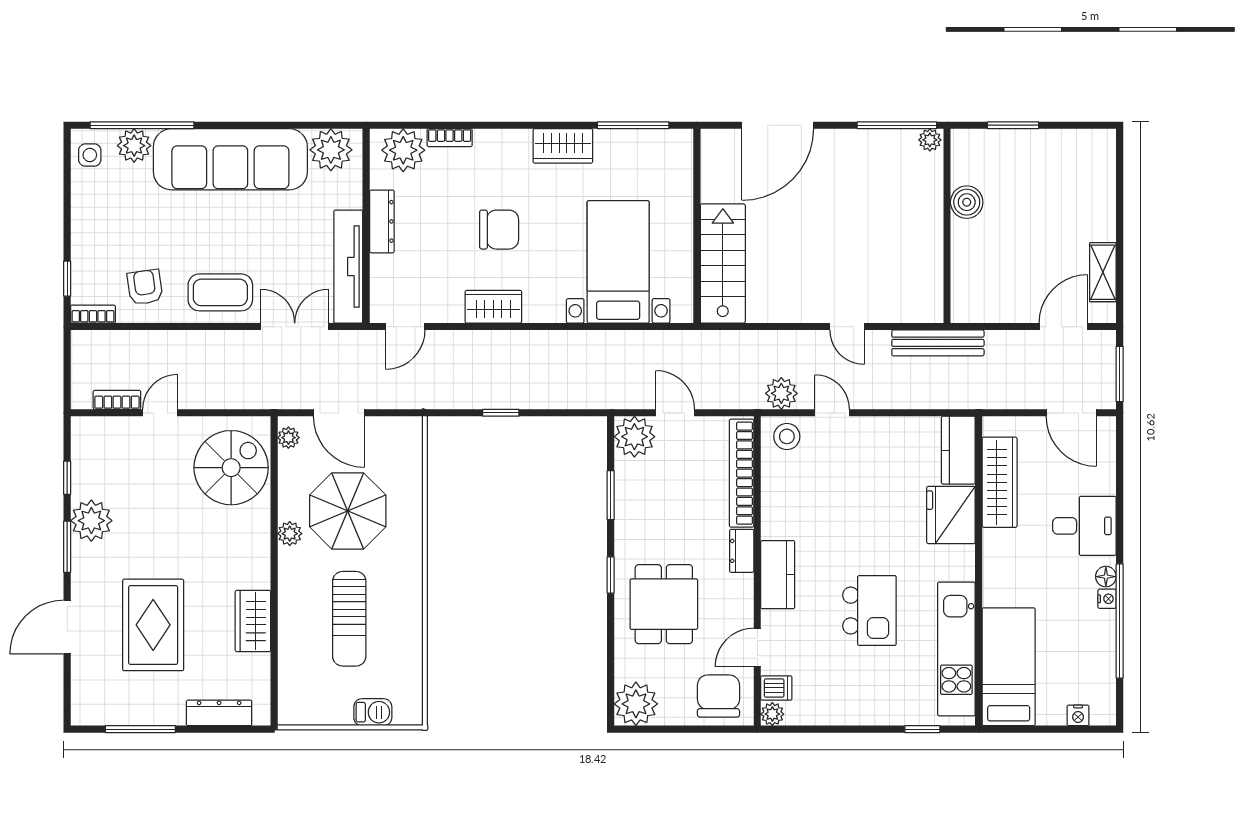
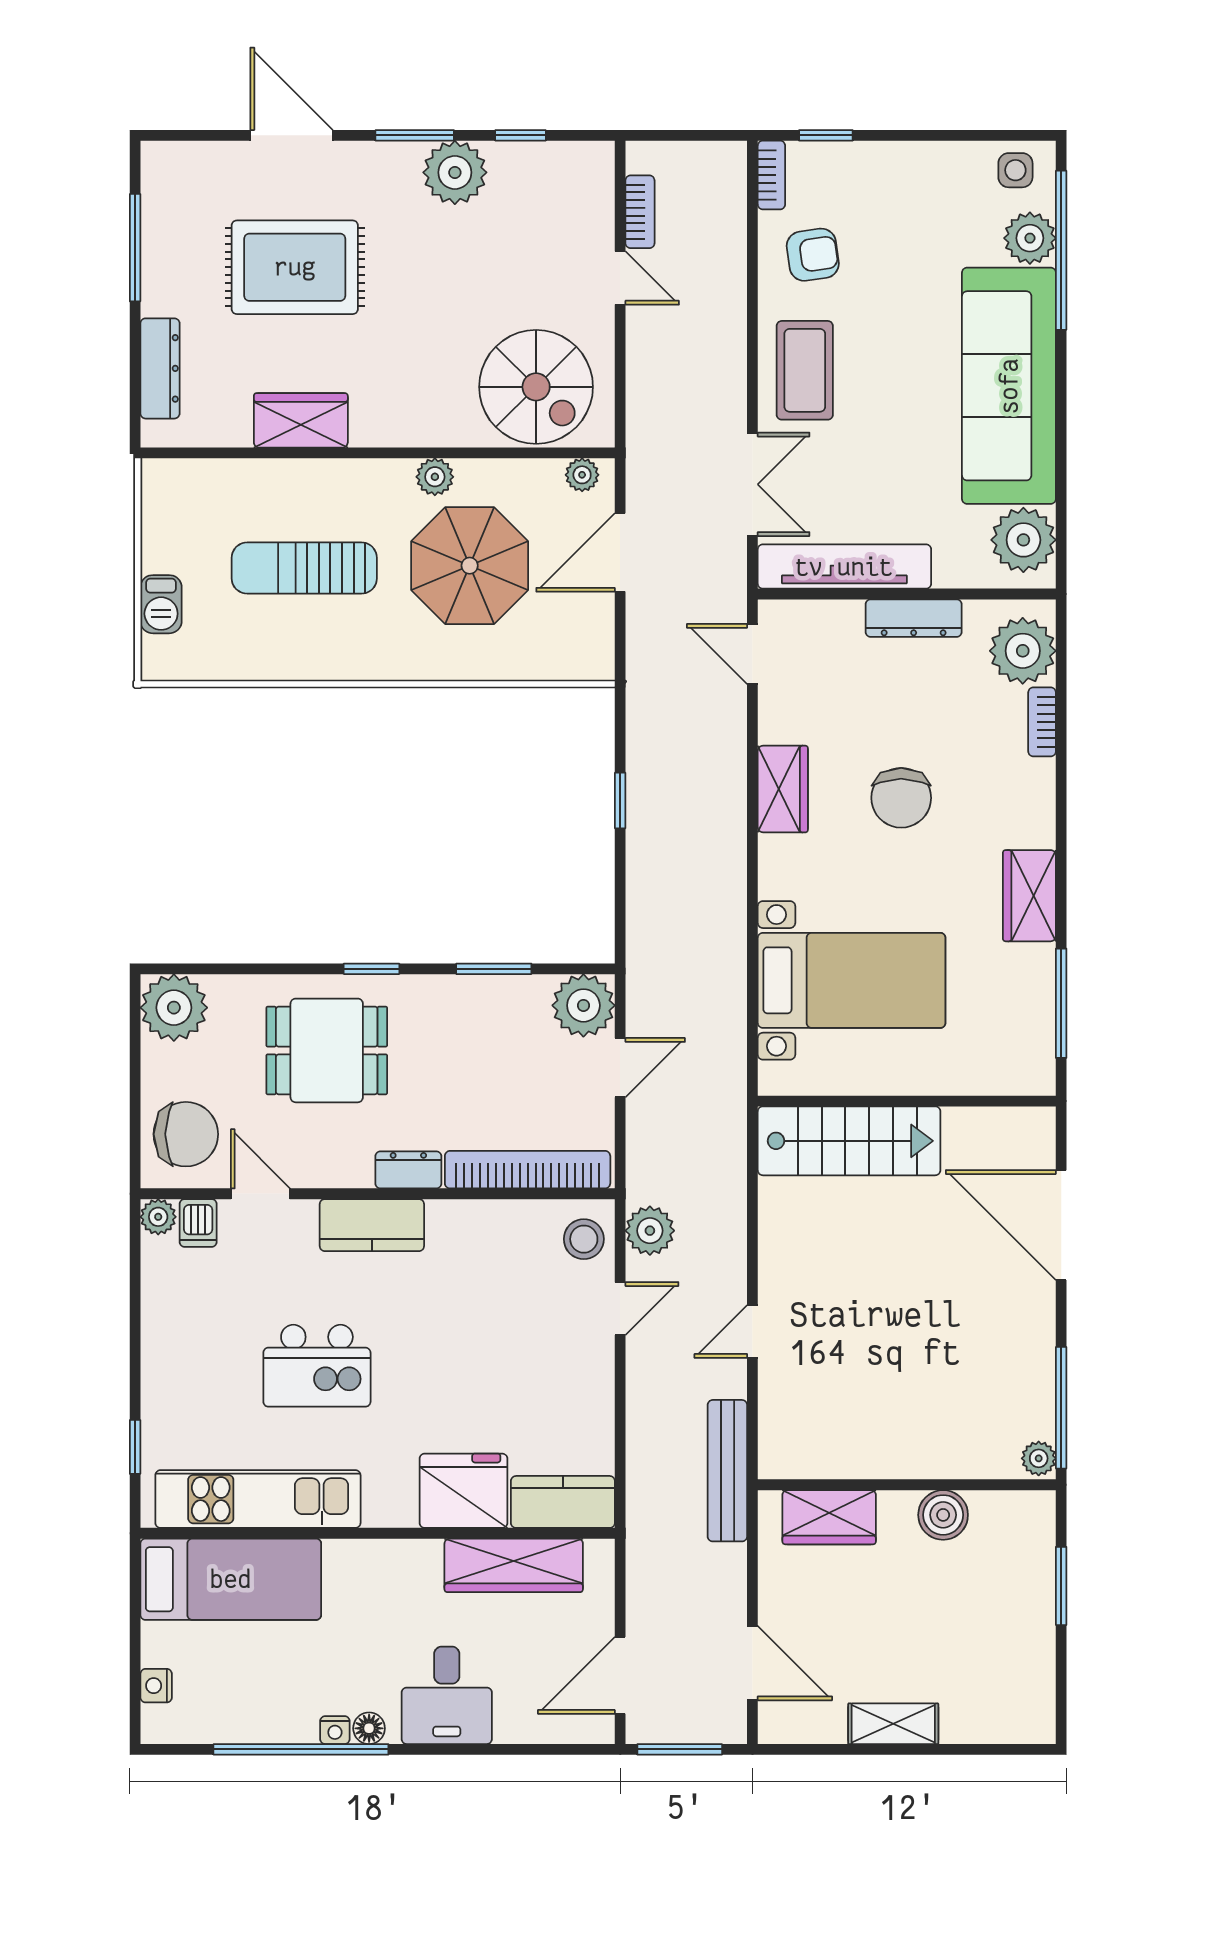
shelving: (1103, 272) -> (893, 1724), moved
wardrobe: (968, 277) -> (829, 1517), added

